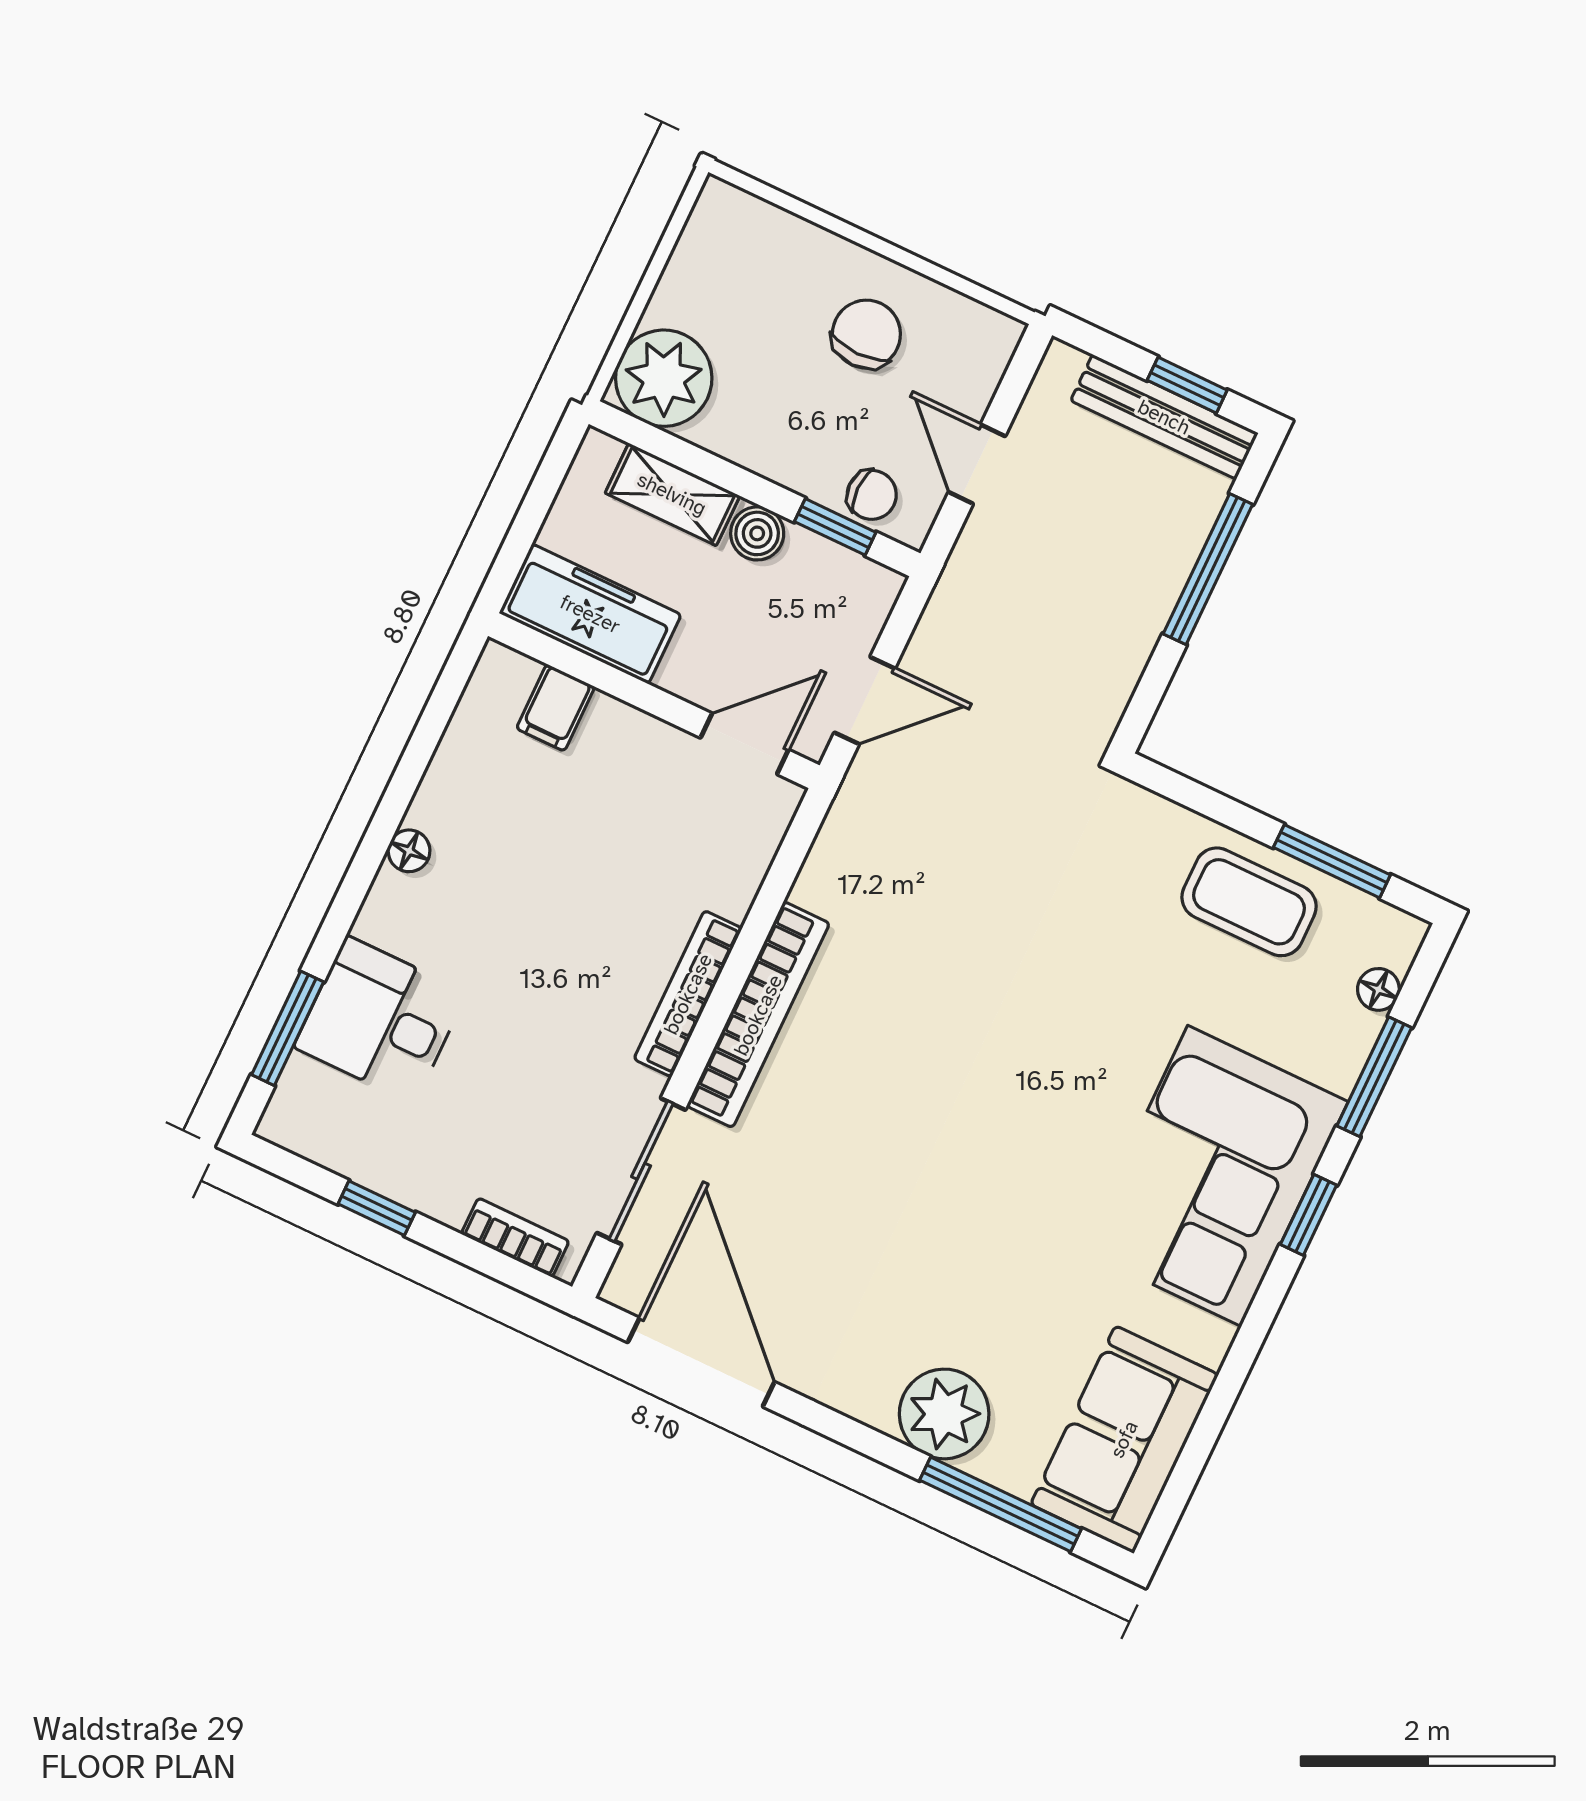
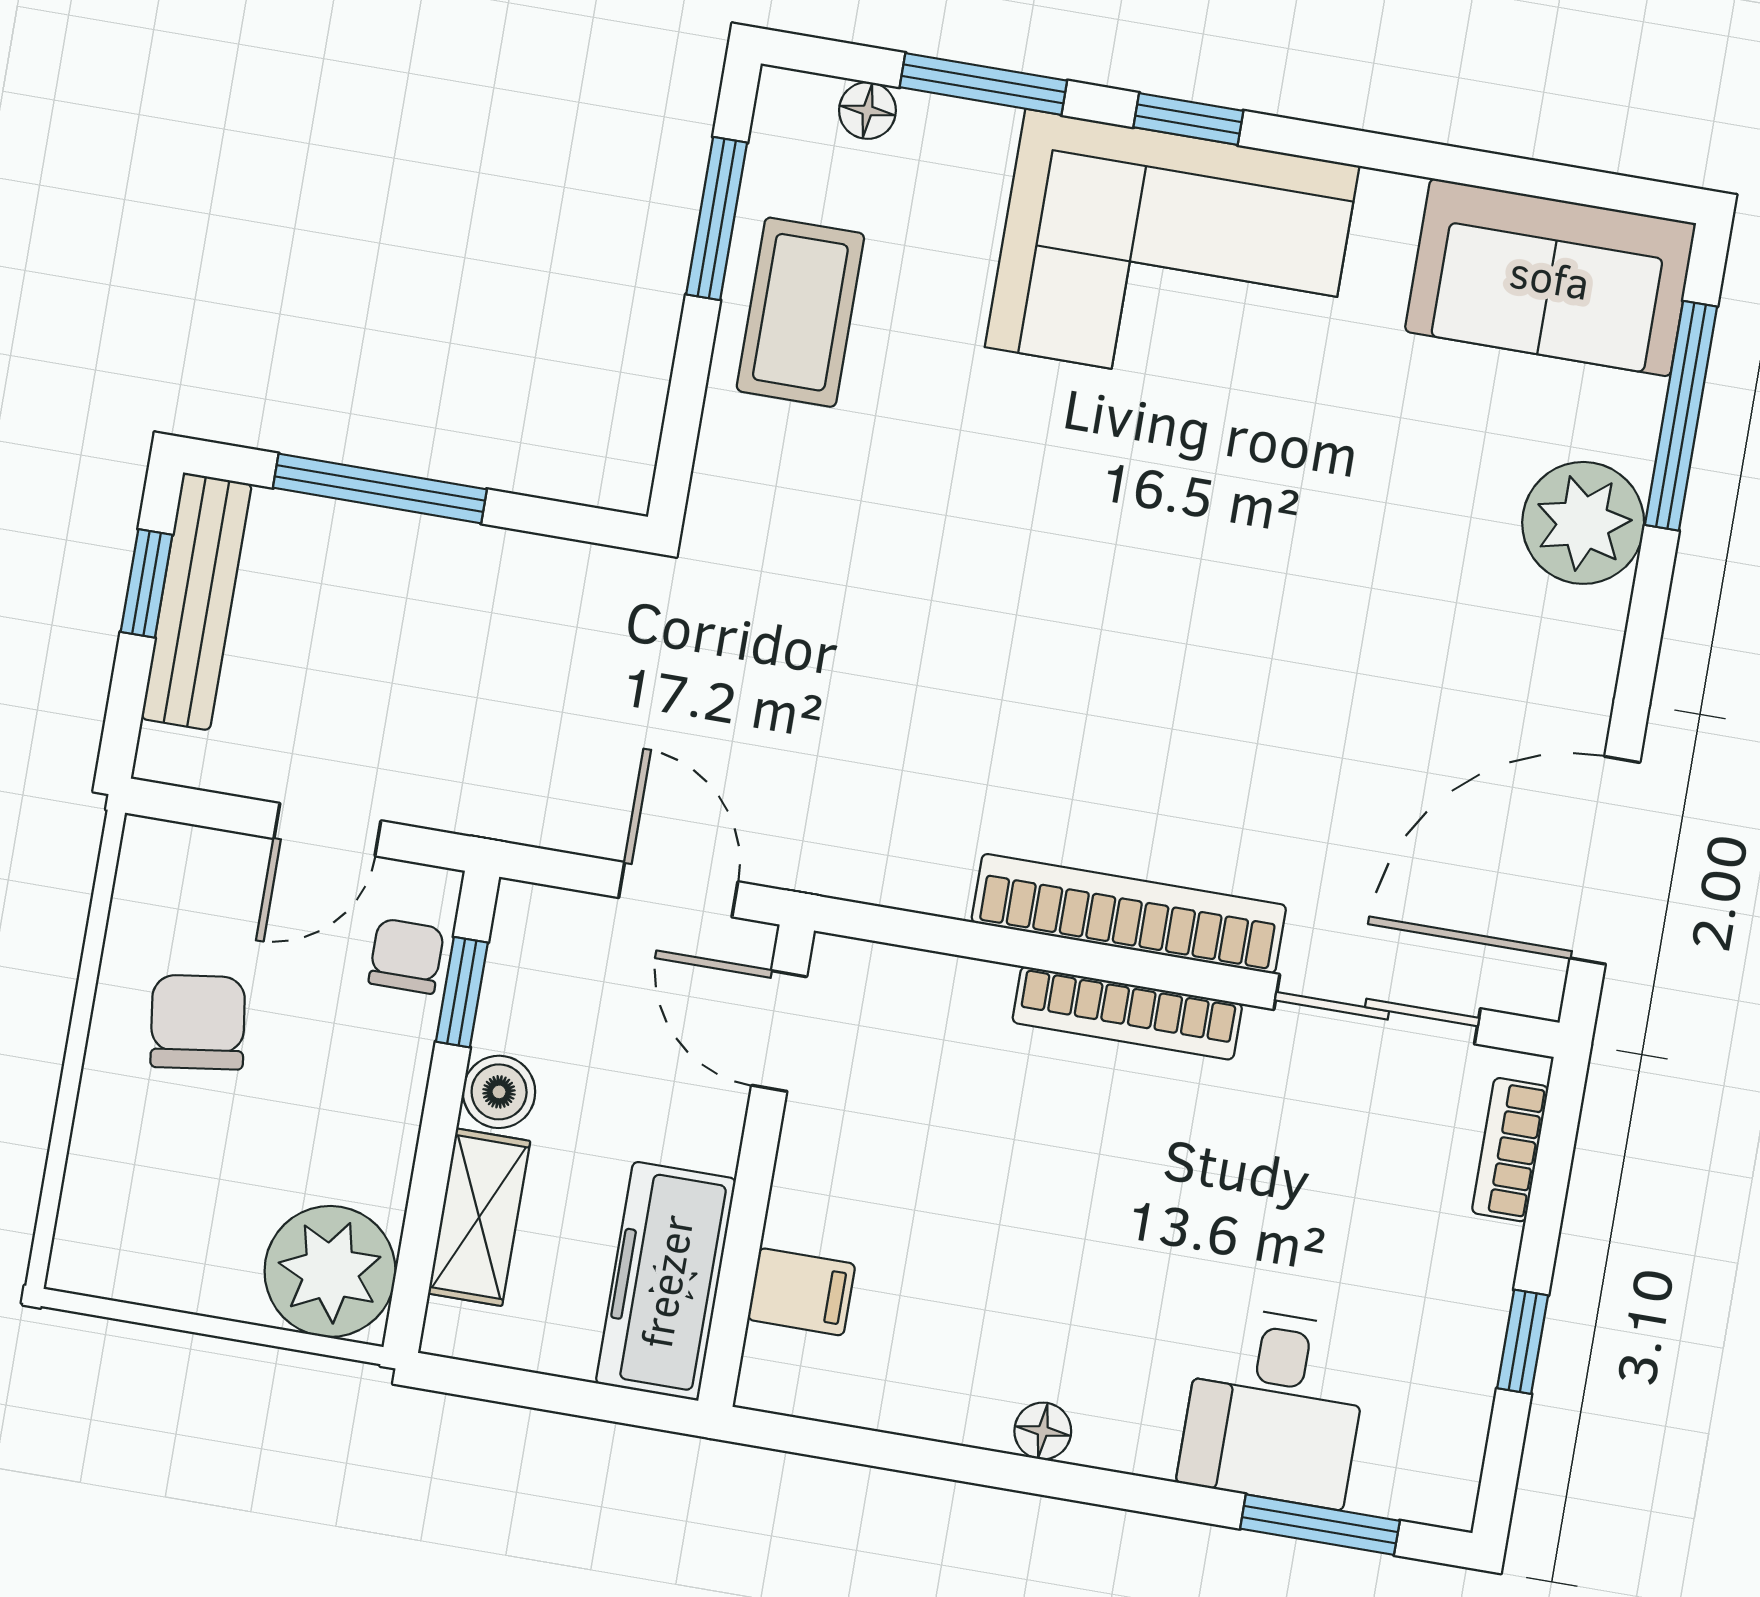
chair: (866, 334) -> (198, 1022), turned 82

